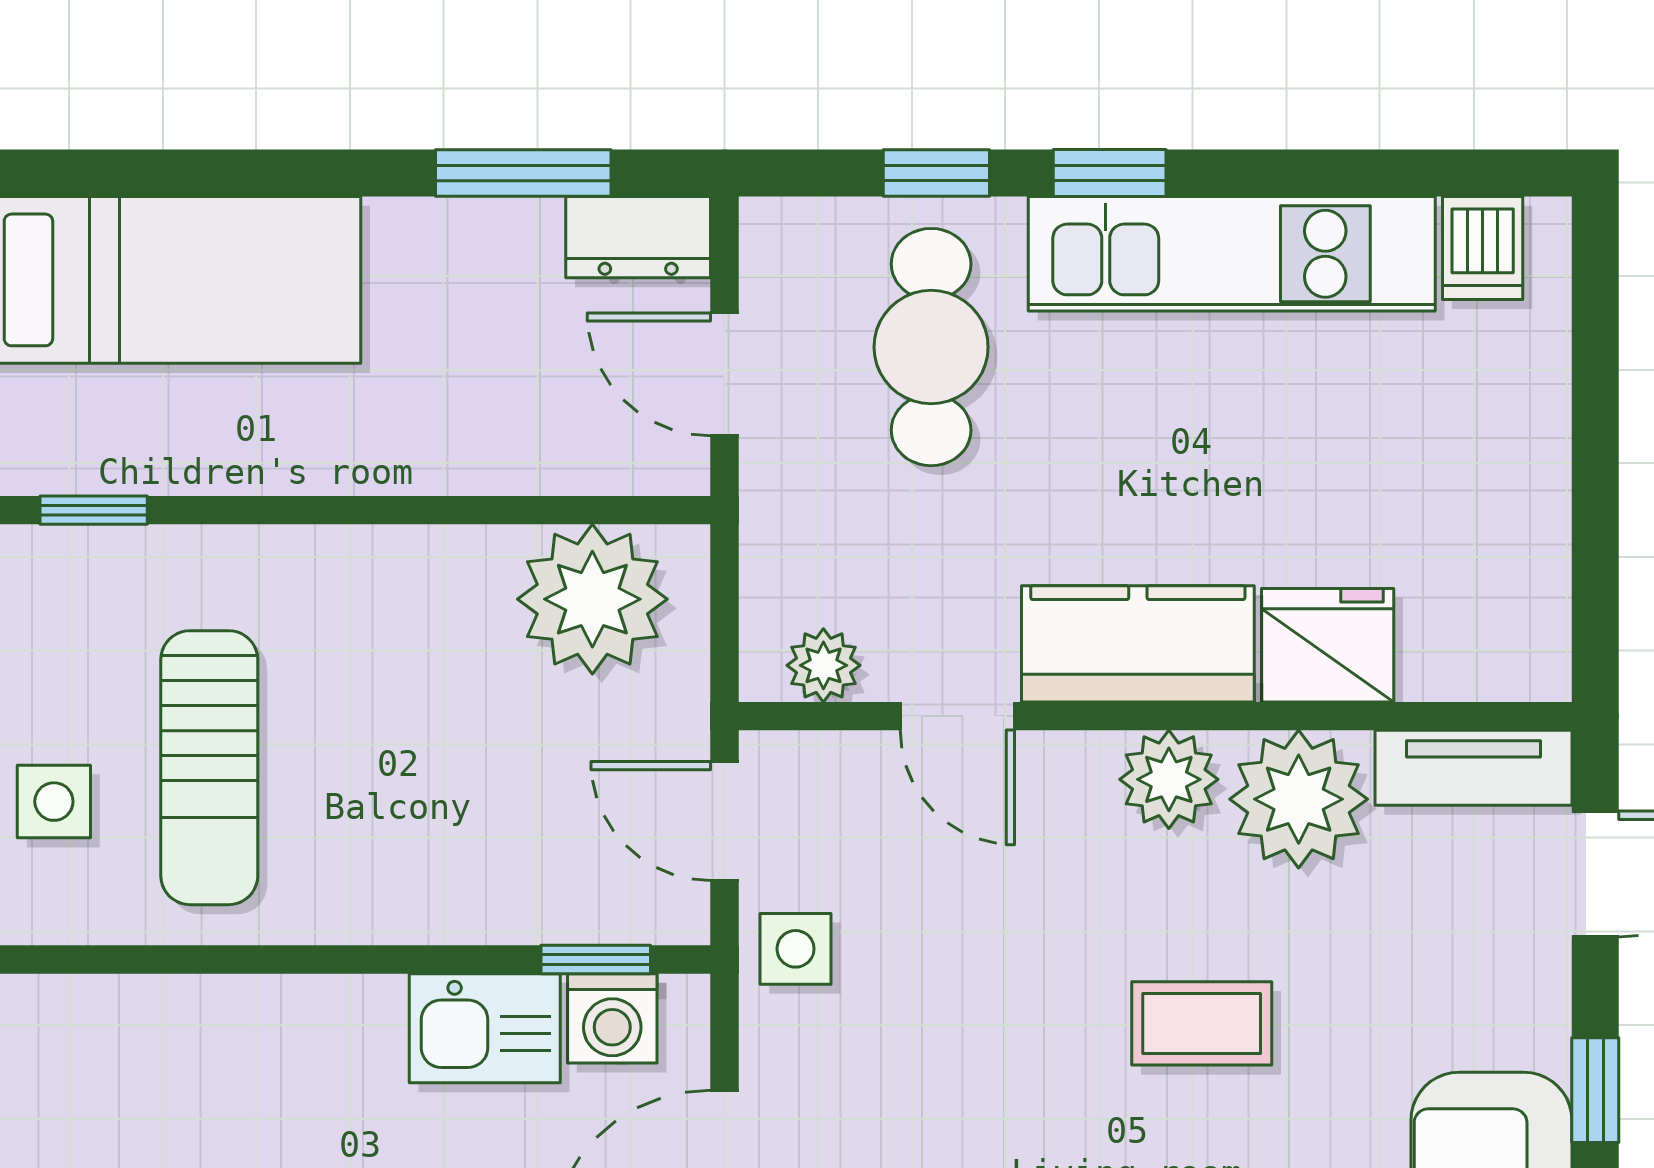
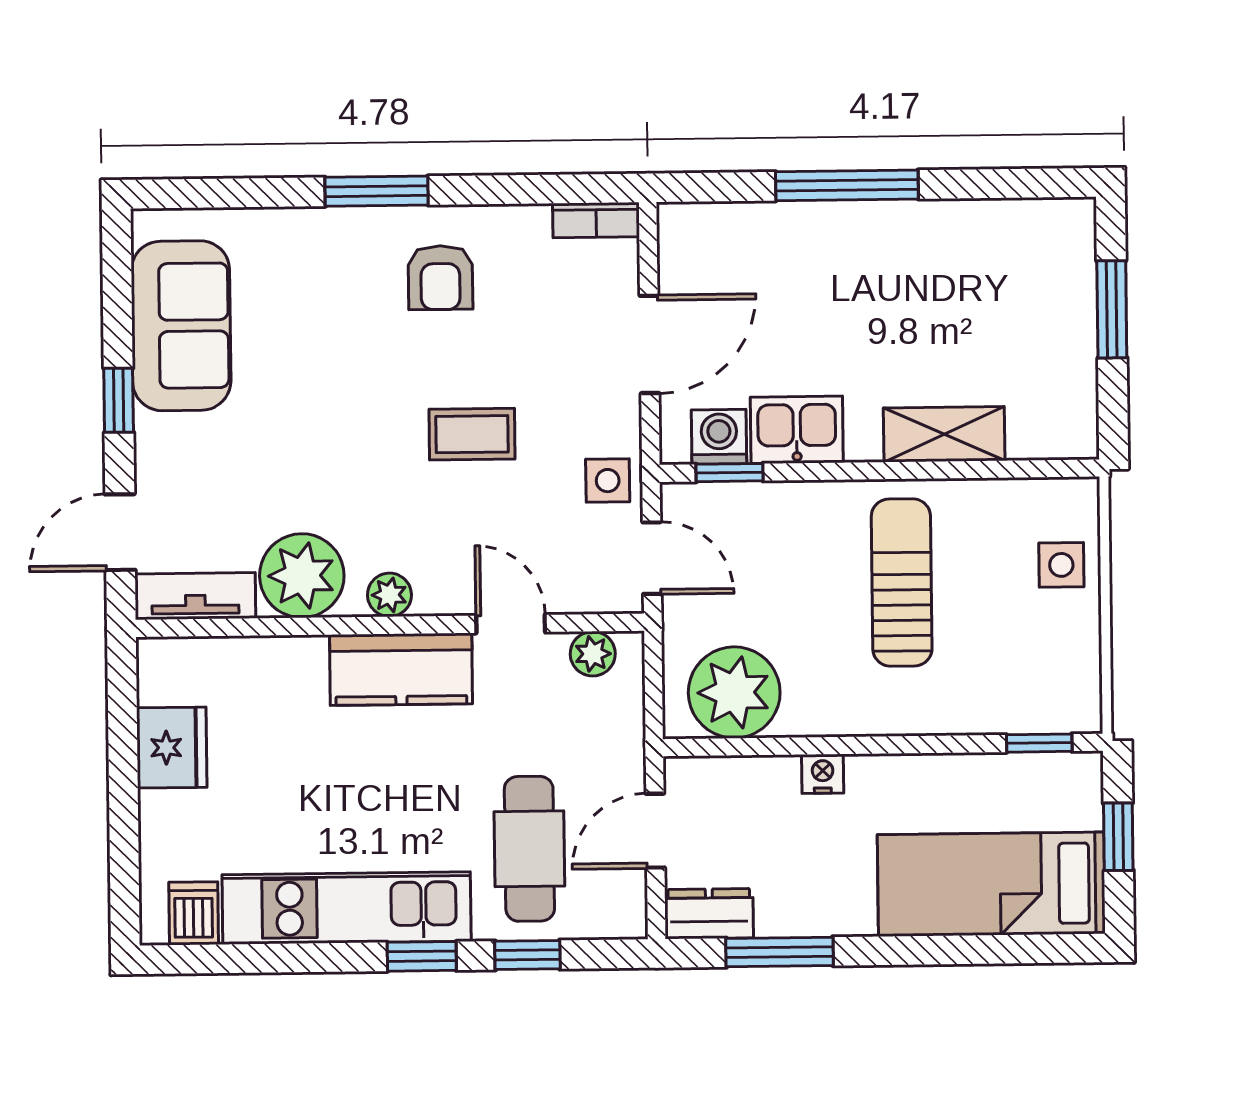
door: (724, 374) -> (655, 831), swing flipped
nightstand: (449, 464) -> (823, 774), added
fridge: (1328, 645) -> (172, 748), moved, turned -90
sun lounger: (209, 768) -> (902, 583), moved
plant: (1169, 779) -> (389, 595), width x0.73, depth x0.73
shelving: (243, 1018) -> (944, 434), added
coffee table: (1202, 1023) -> (472, 434), moved

